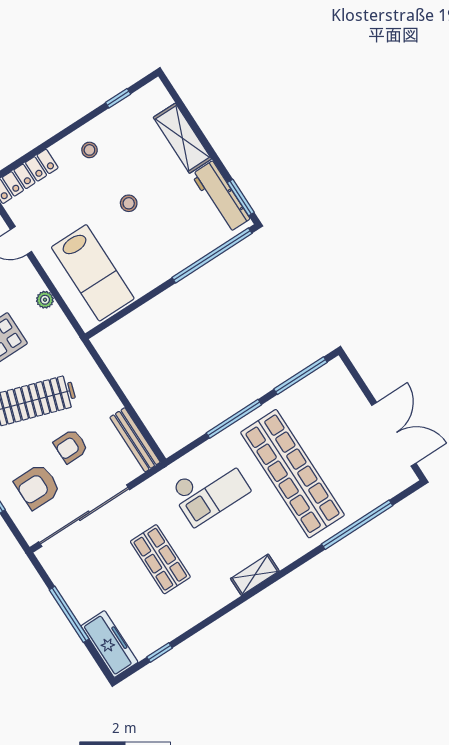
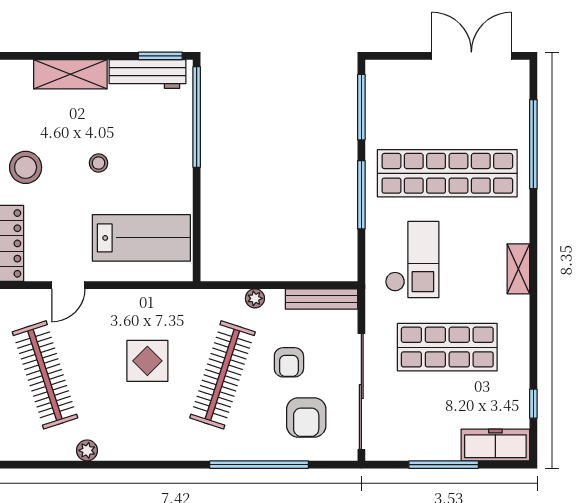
stool: (89, 150) -> (26, 167), width x1.89, depth x1.89
plant: (45, 300) -> (255, 298), moved
shop shelf: (160, 559) -> (447, 347), width x1.43, depth x1.36

